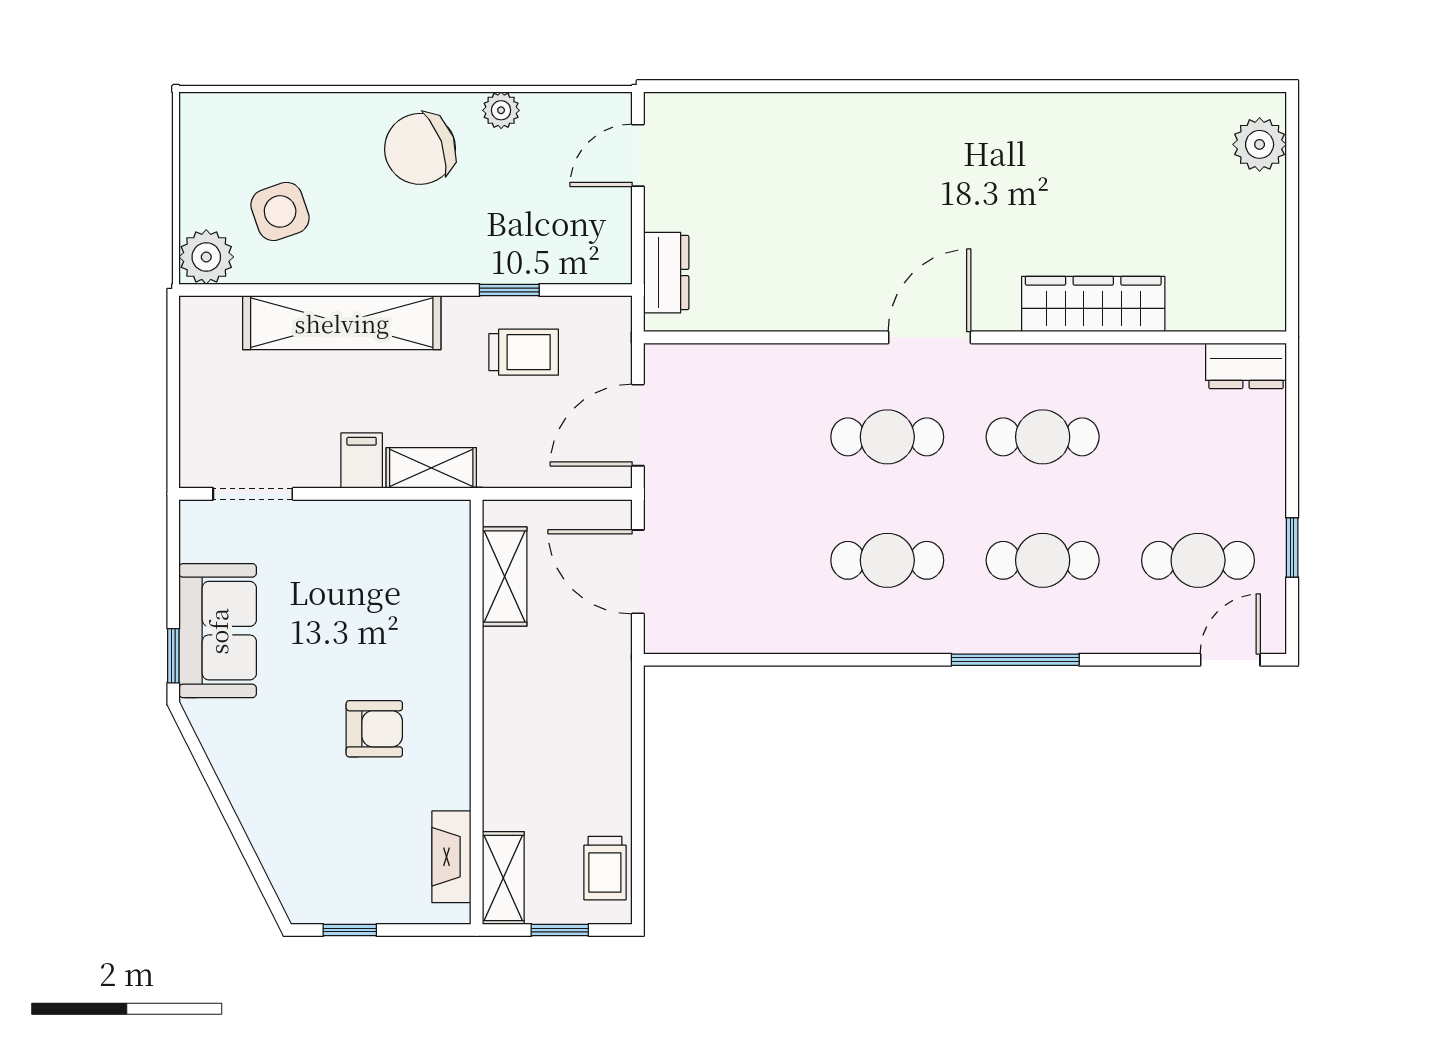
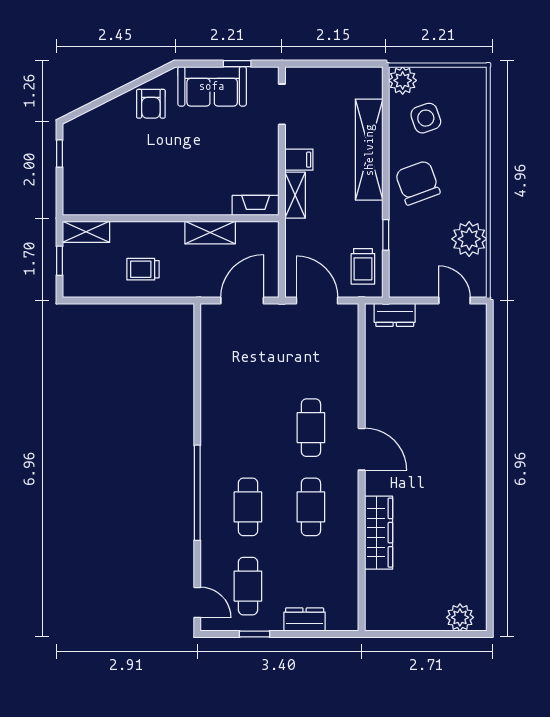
plant: (501, 110) -> (469, 239), width x1.88, depth x1.88
chair: (420, 149) -> (418, 183), moved
trolley: (524, 352) -> (363, 266), moved
dresser: (1246, 366) -> (305, 620), moved, turned 90
cafe table: (887, 560) -> (248, 428), removed
shelving: (505, 576) -> (210, 233), moved
window: (173, 656) -> (237, 64), moved
window: (1015, 660) -> (197, 493), width x1.46
armchair: (374, 729) -> (151, 104), moved
fireplace: (451, 857) -> (256, 205), moved
trolley: (605, 868) -> (143, 269), moved

